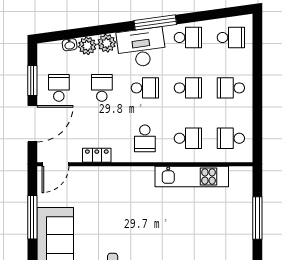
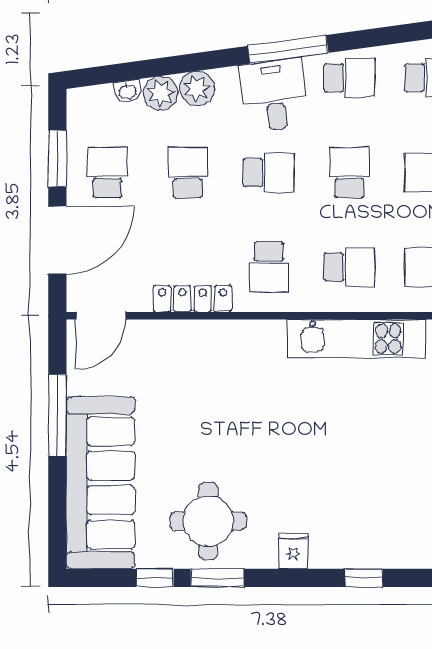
desk: (141, 48) -> (274, 95), width x0.73
school desk: (188, 88) -> (349, 172), turned -90
locker: (97, 155) -> (193, 299), width x1.53

